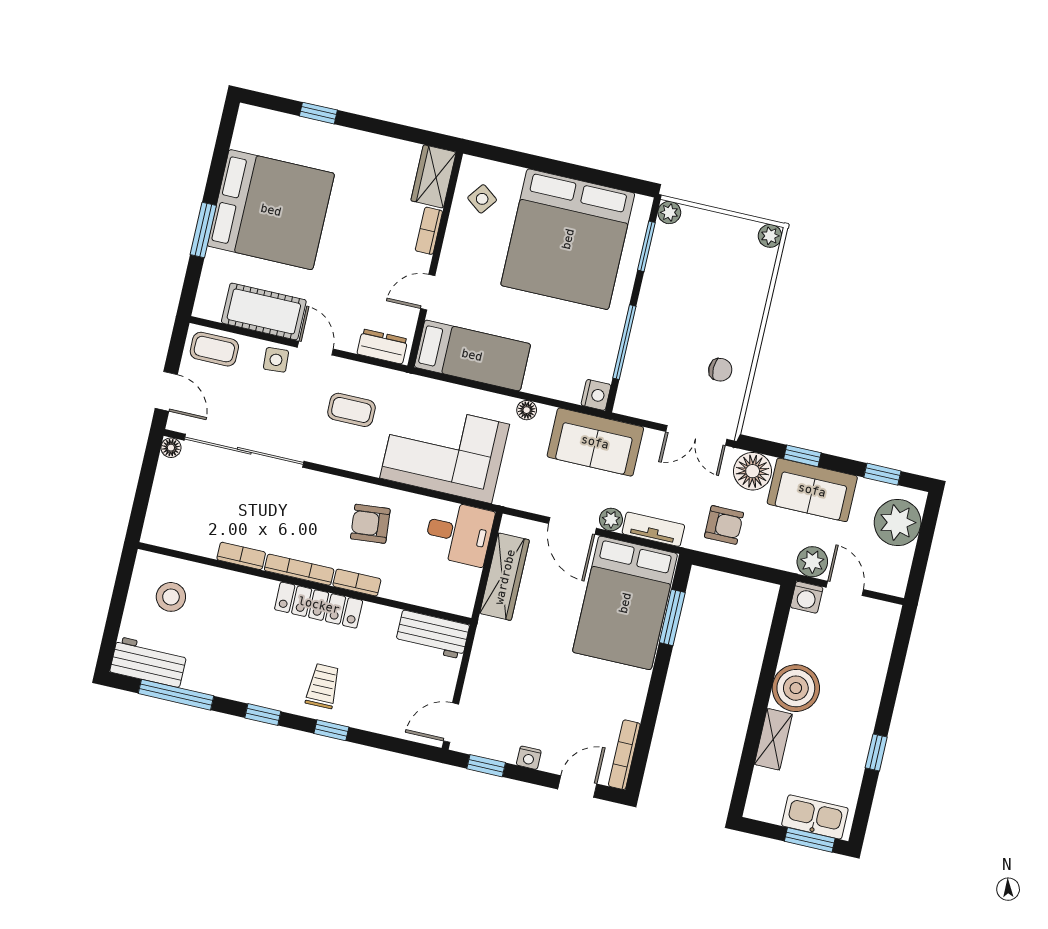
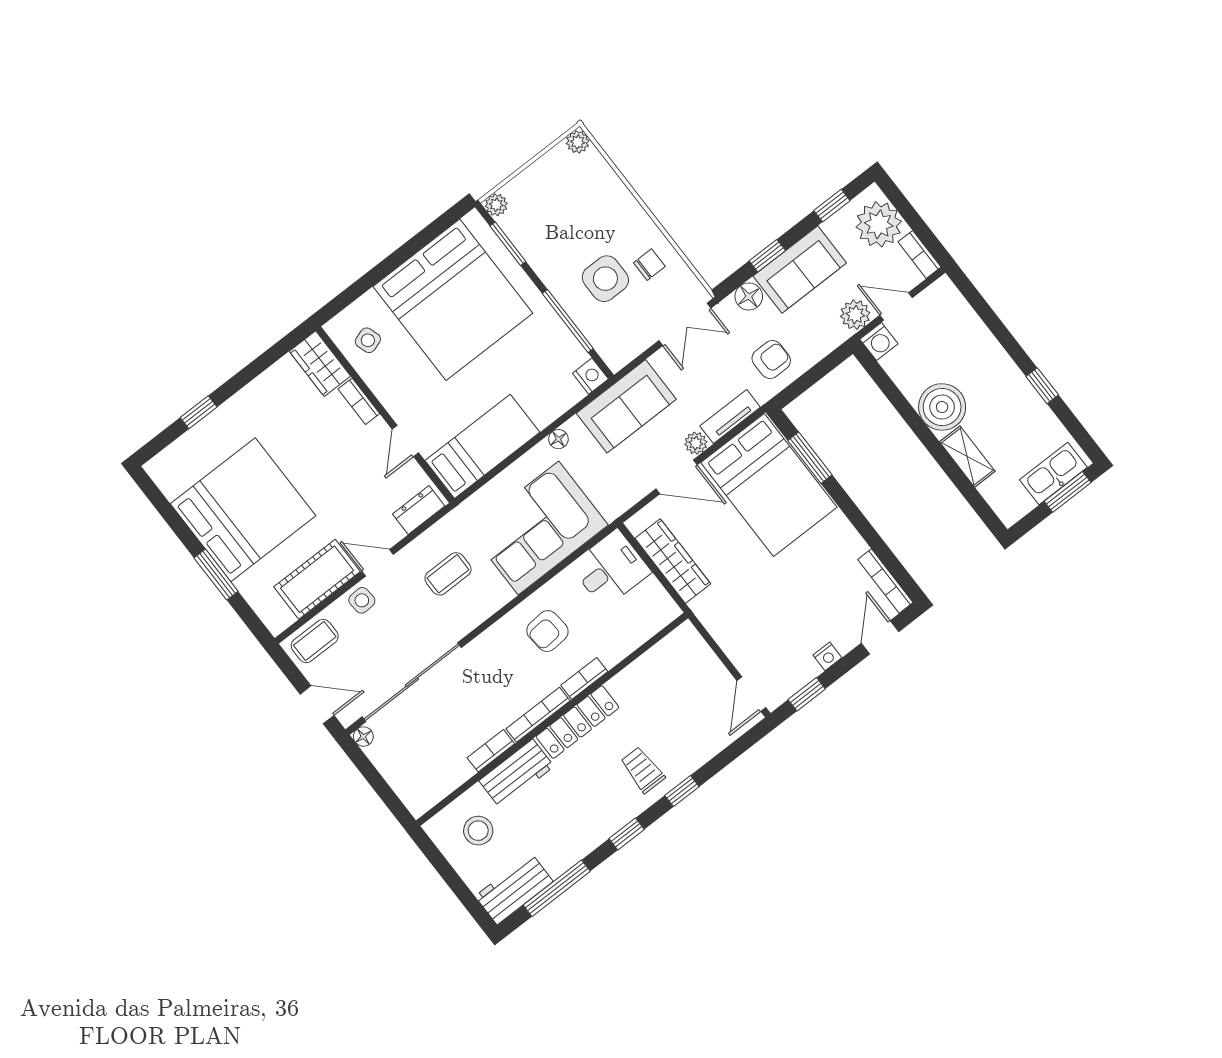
side table: (482, 199) -> (368, 340), turned 35
side table: (681, 344) -> (605, 279), added
floor lamp: (753, 471) -> (749, 296), width x0.73, depth x0.73
bookcase: (900, 573) -> (919, 254), added
workbench: (432, 635) -> (516, 774), moved

